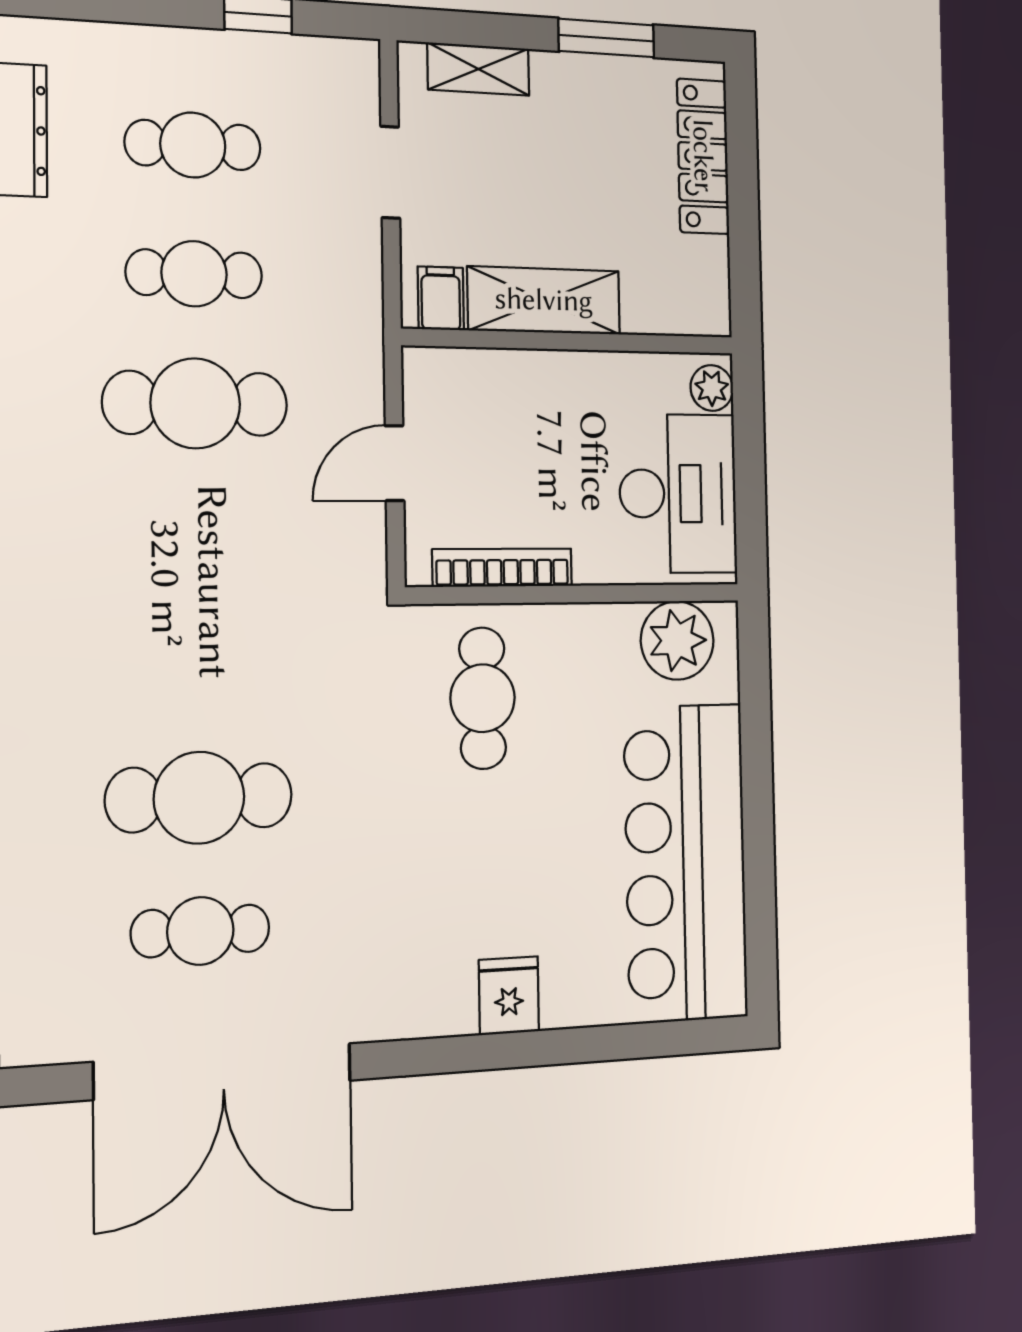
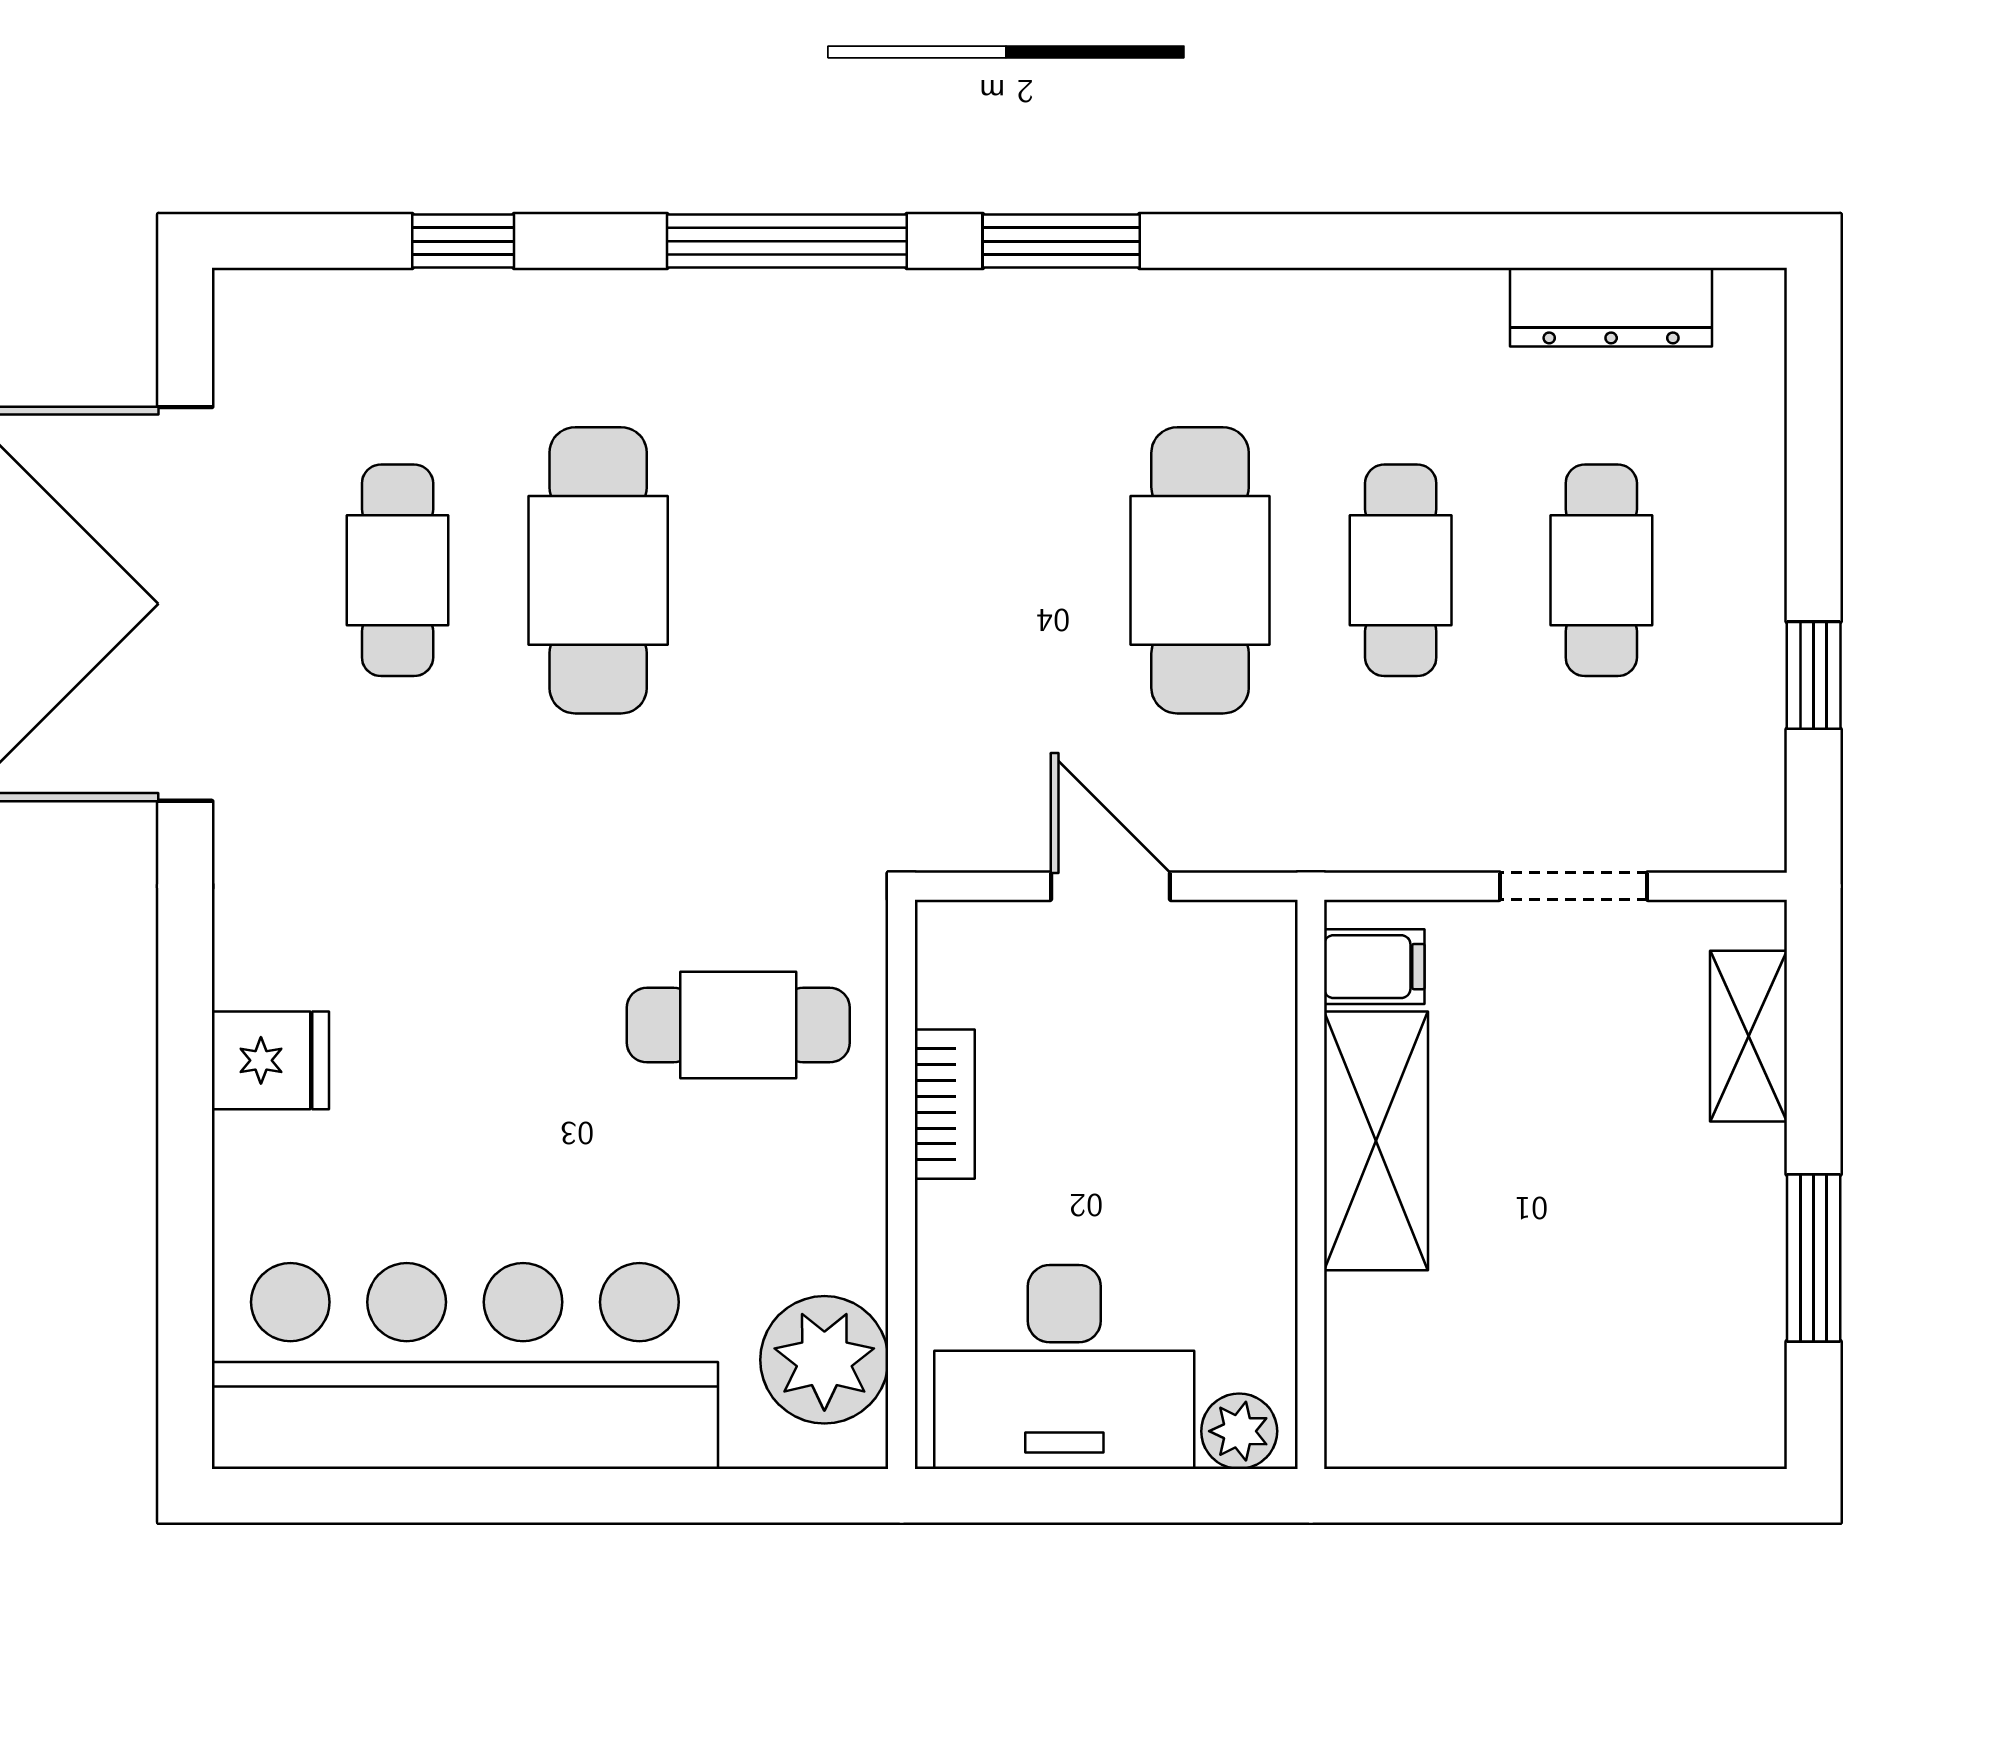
locker: (703, 156) -> (1625, 1425), removed
bookcase: (502, 568) -> (945, 1104), width x0.64

